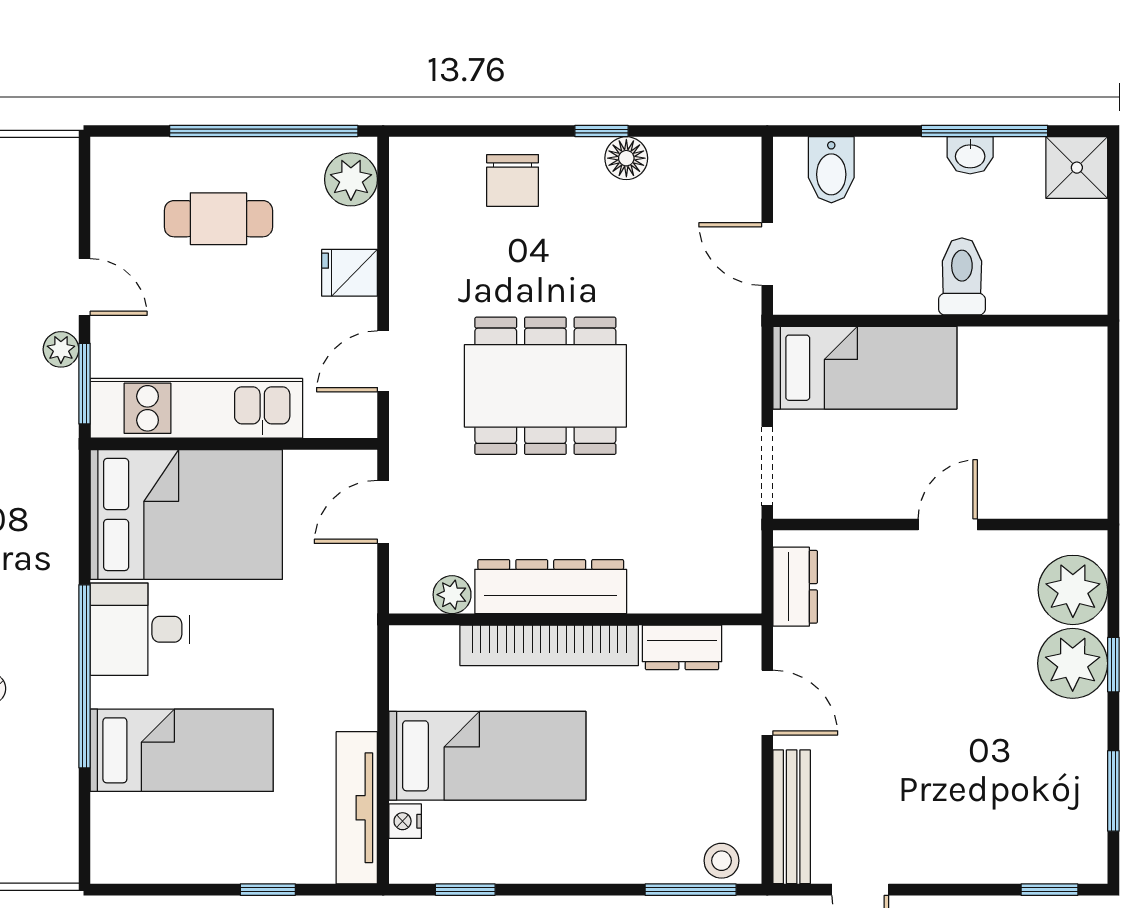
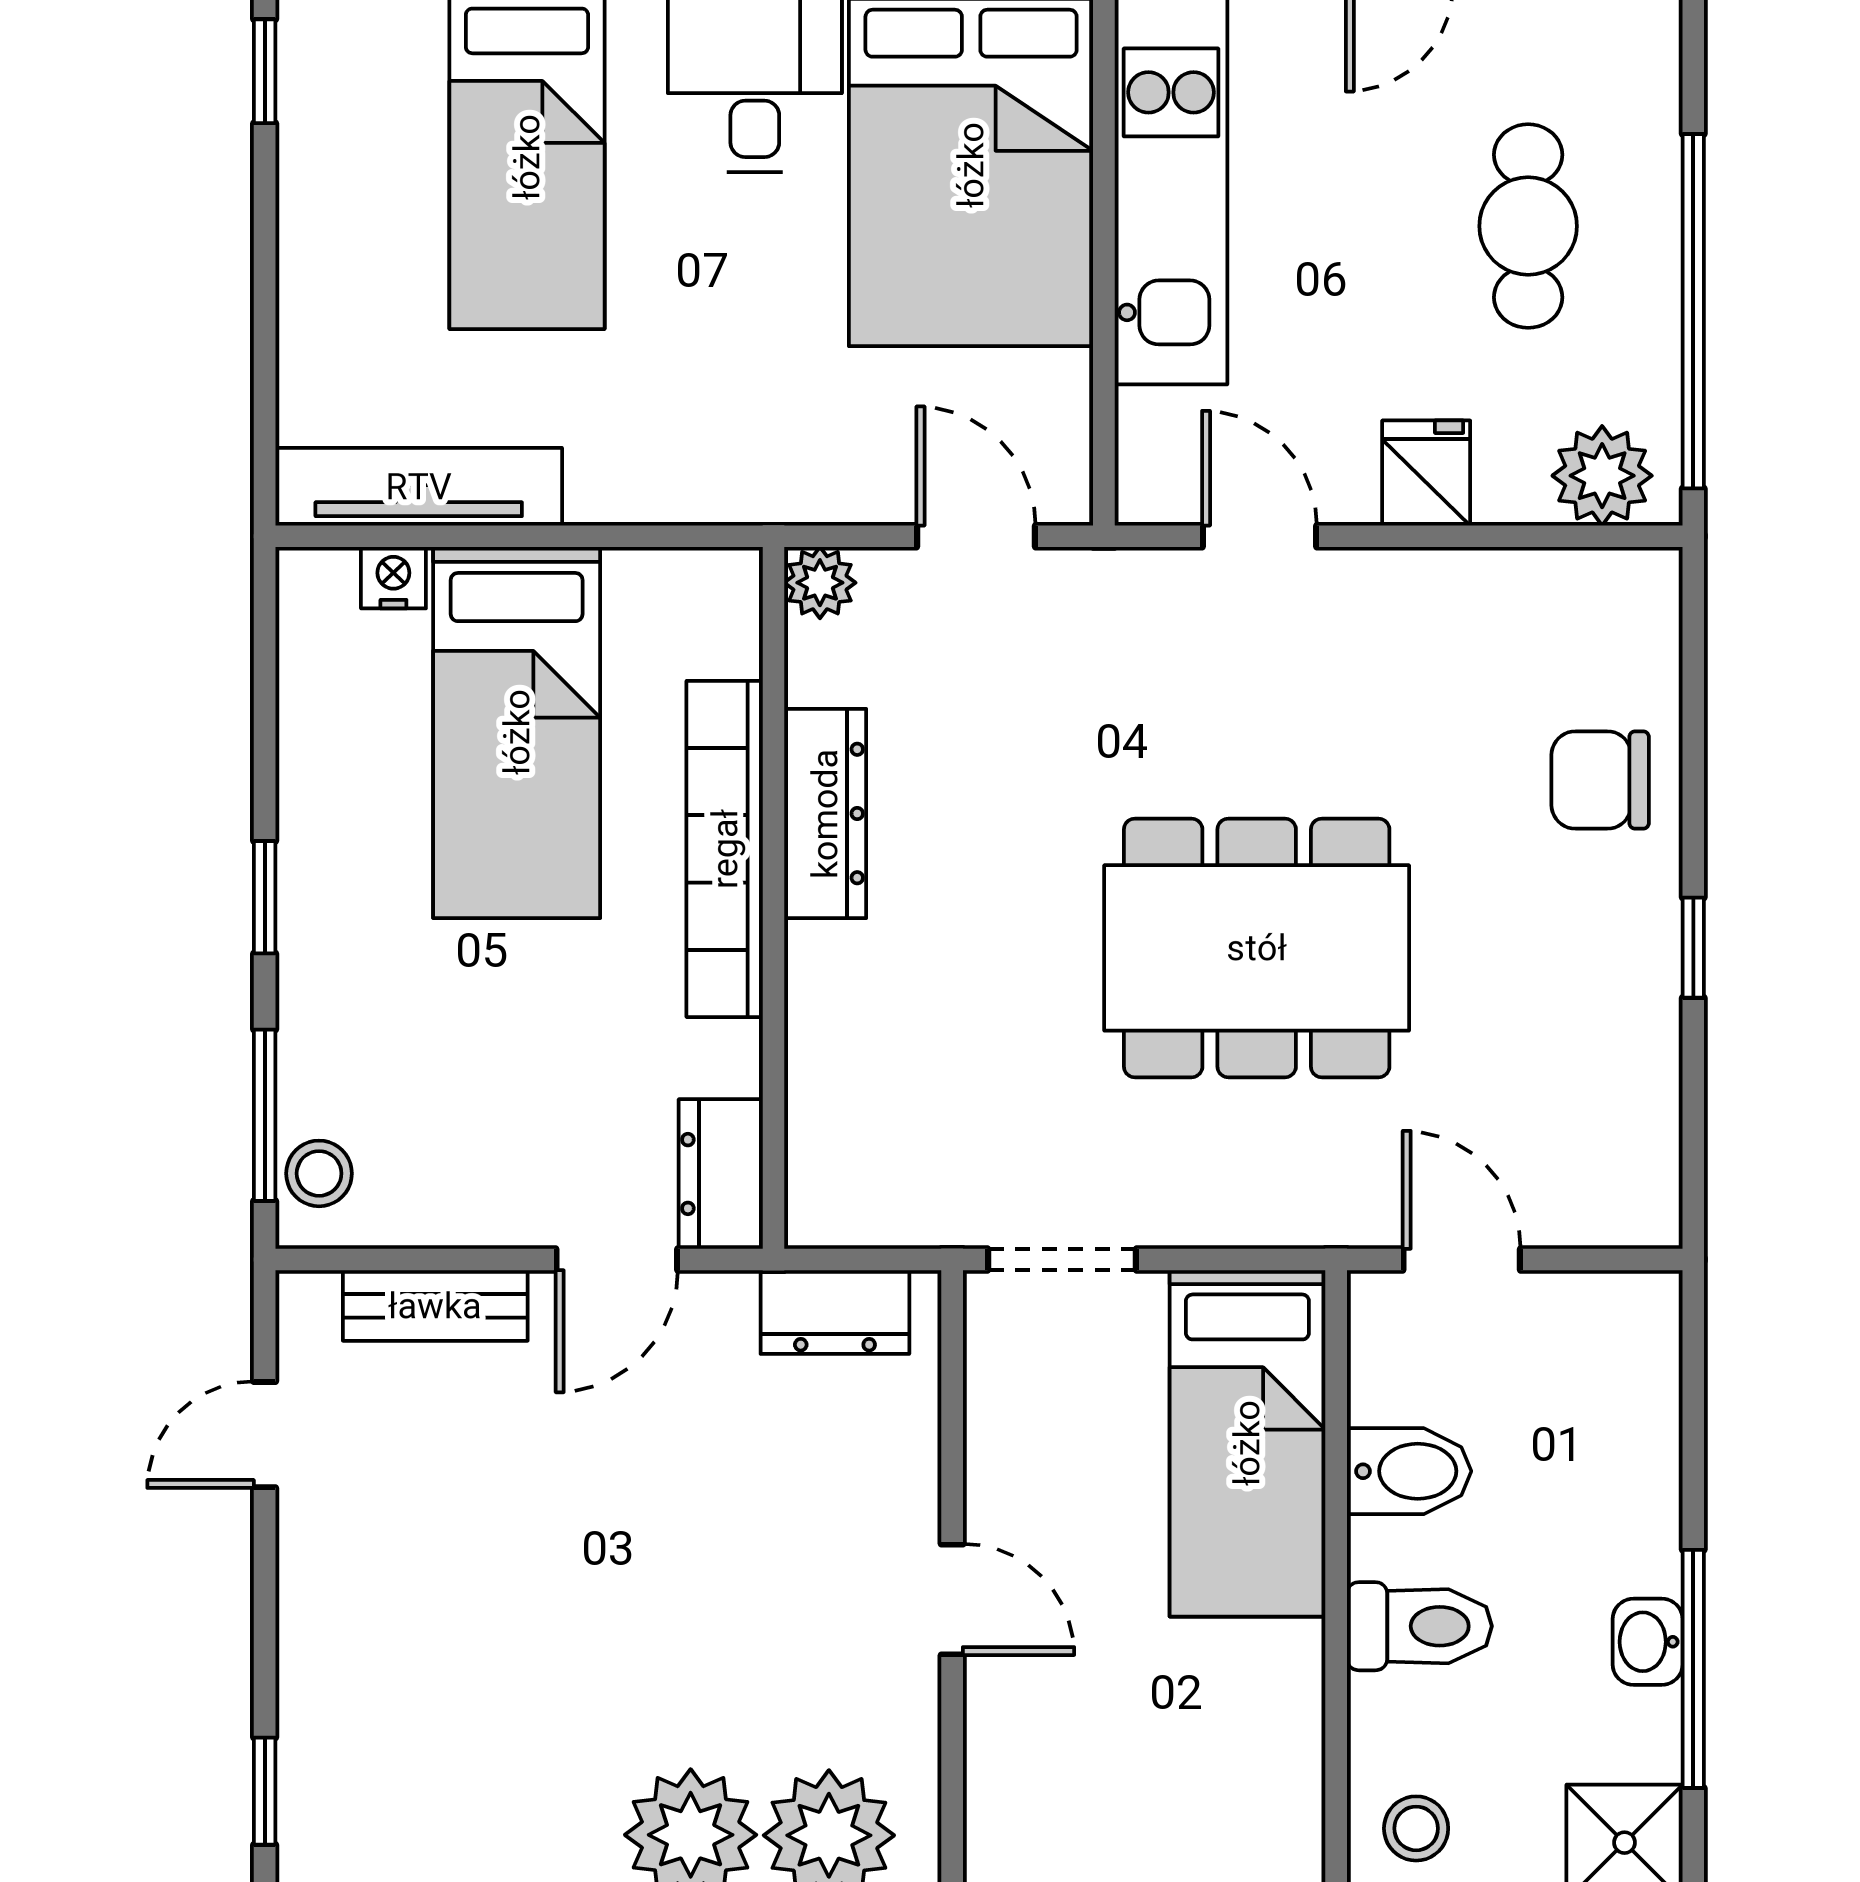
floor lamp: (626, 158) -> (1642, 994), removed
bidet: (831, 170) -> (1409, 1471), moved, turned 180
door: (767, 254) -> (1462, 1260), hinge flipped
stool: (1069, 278) -> (1416, 1828), added
dining table: (545, 386) -> (1257, 948), moved, turned 90
dresser: (551, 587) -> (825, 814), width x0.73, depth x0.80
plant: (452, 595) -> (820, 583), moved
dresser: (682, 647) -> (721, 1174), moved
bench: (792, 817) -> (435, 1306), width x0.73
window: (268, 890) -> (265, 71), moved
window: (465, 890) -> (265, 897), moved

